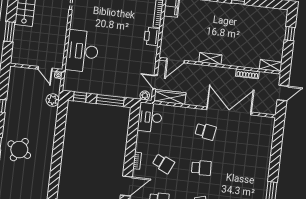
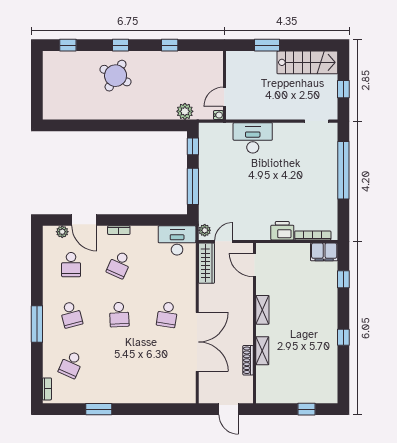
desk: (82, 51) -> (253, 138), width x0.73, depth x0.77
shelving: (271, 66) -> (262, 351), moved

